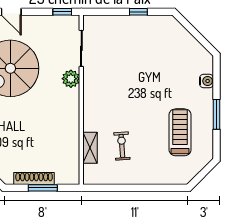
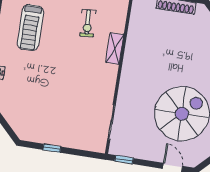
plant: (71, 79) -> (126, 95), removed
shelving: (90, 148) -> (115, 49), moved

